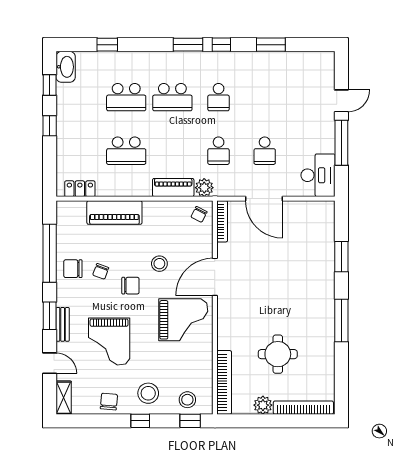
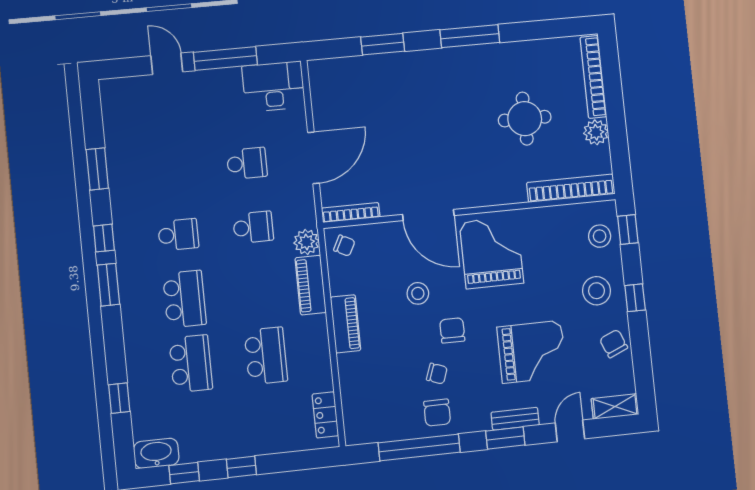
piano: (114, 213) -> (346, 324), moved, width x0.73, depth x0.75
chair: (109, 402) -> (614, 344), turned 62

